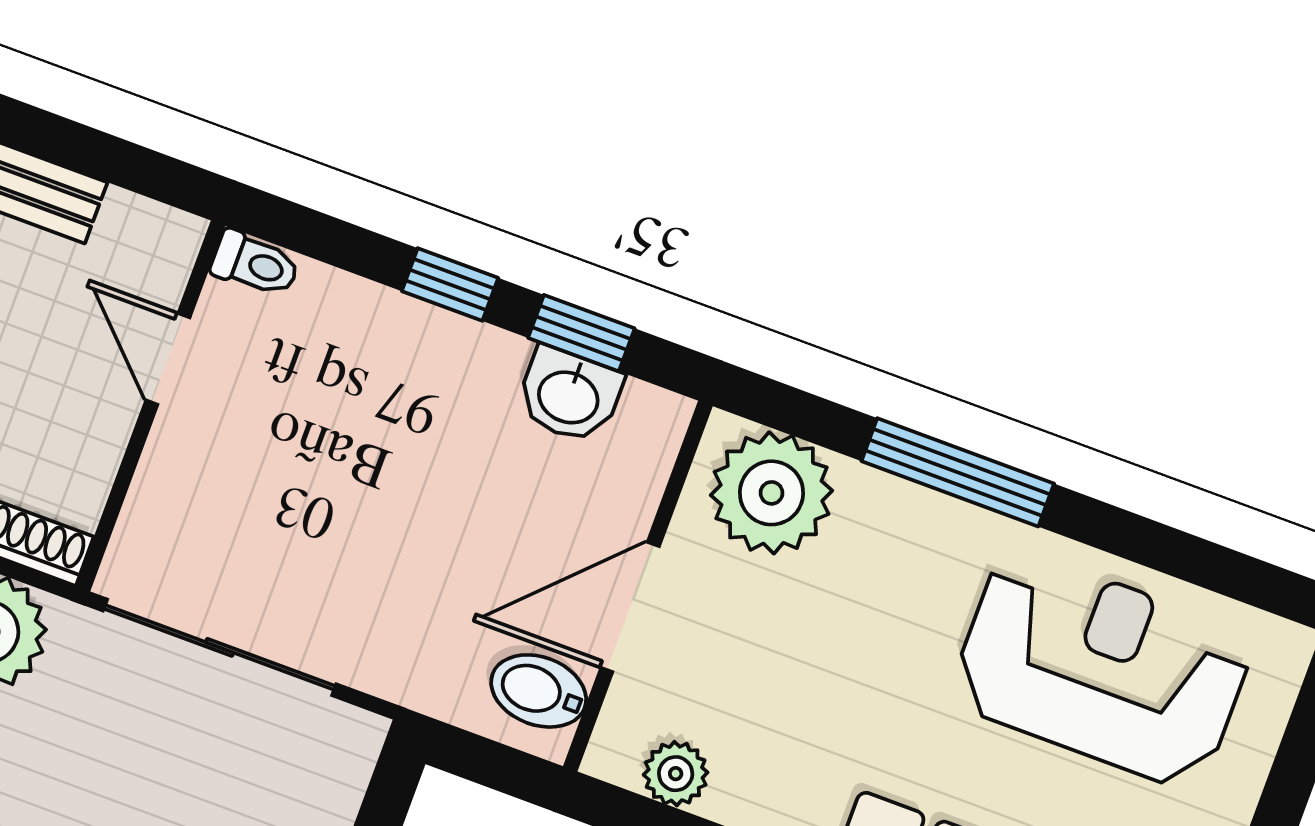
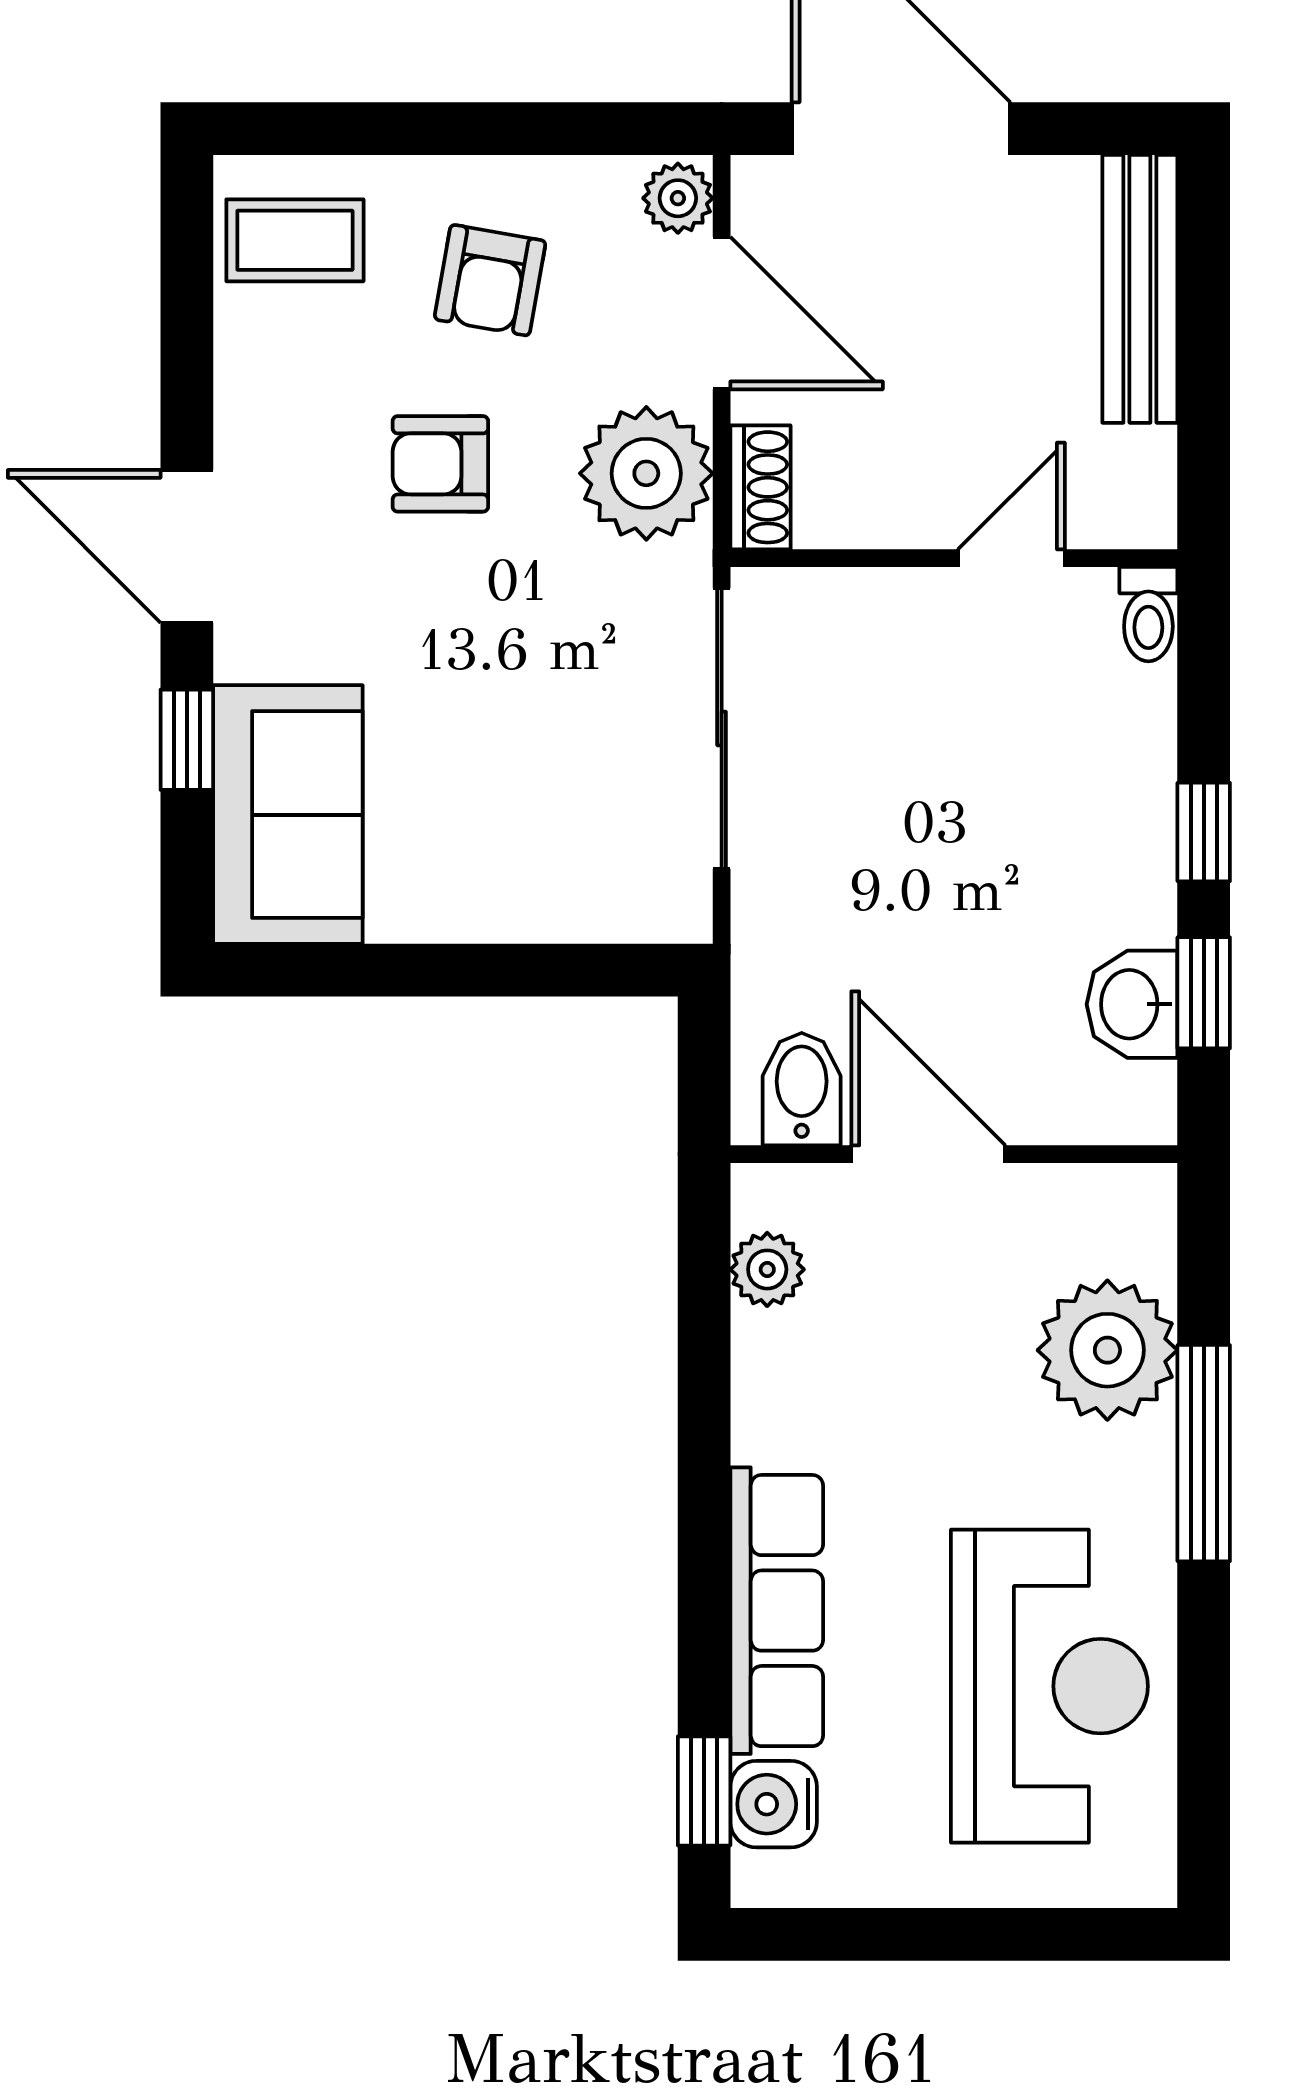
plant: (771, 493) -> (1107, 1350), moved

